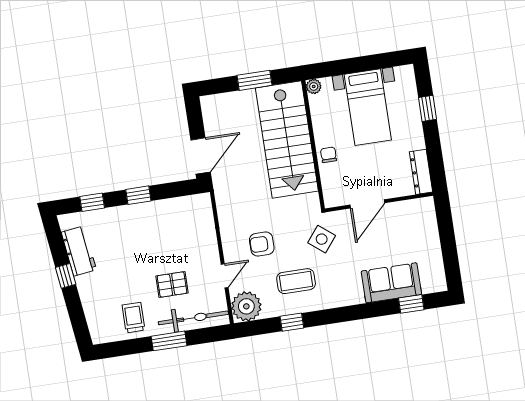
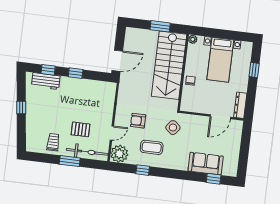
door: (367, 204) -> (220, 117), moved
workbench: (79, 251) -> (46, 81), moved, turned 97

